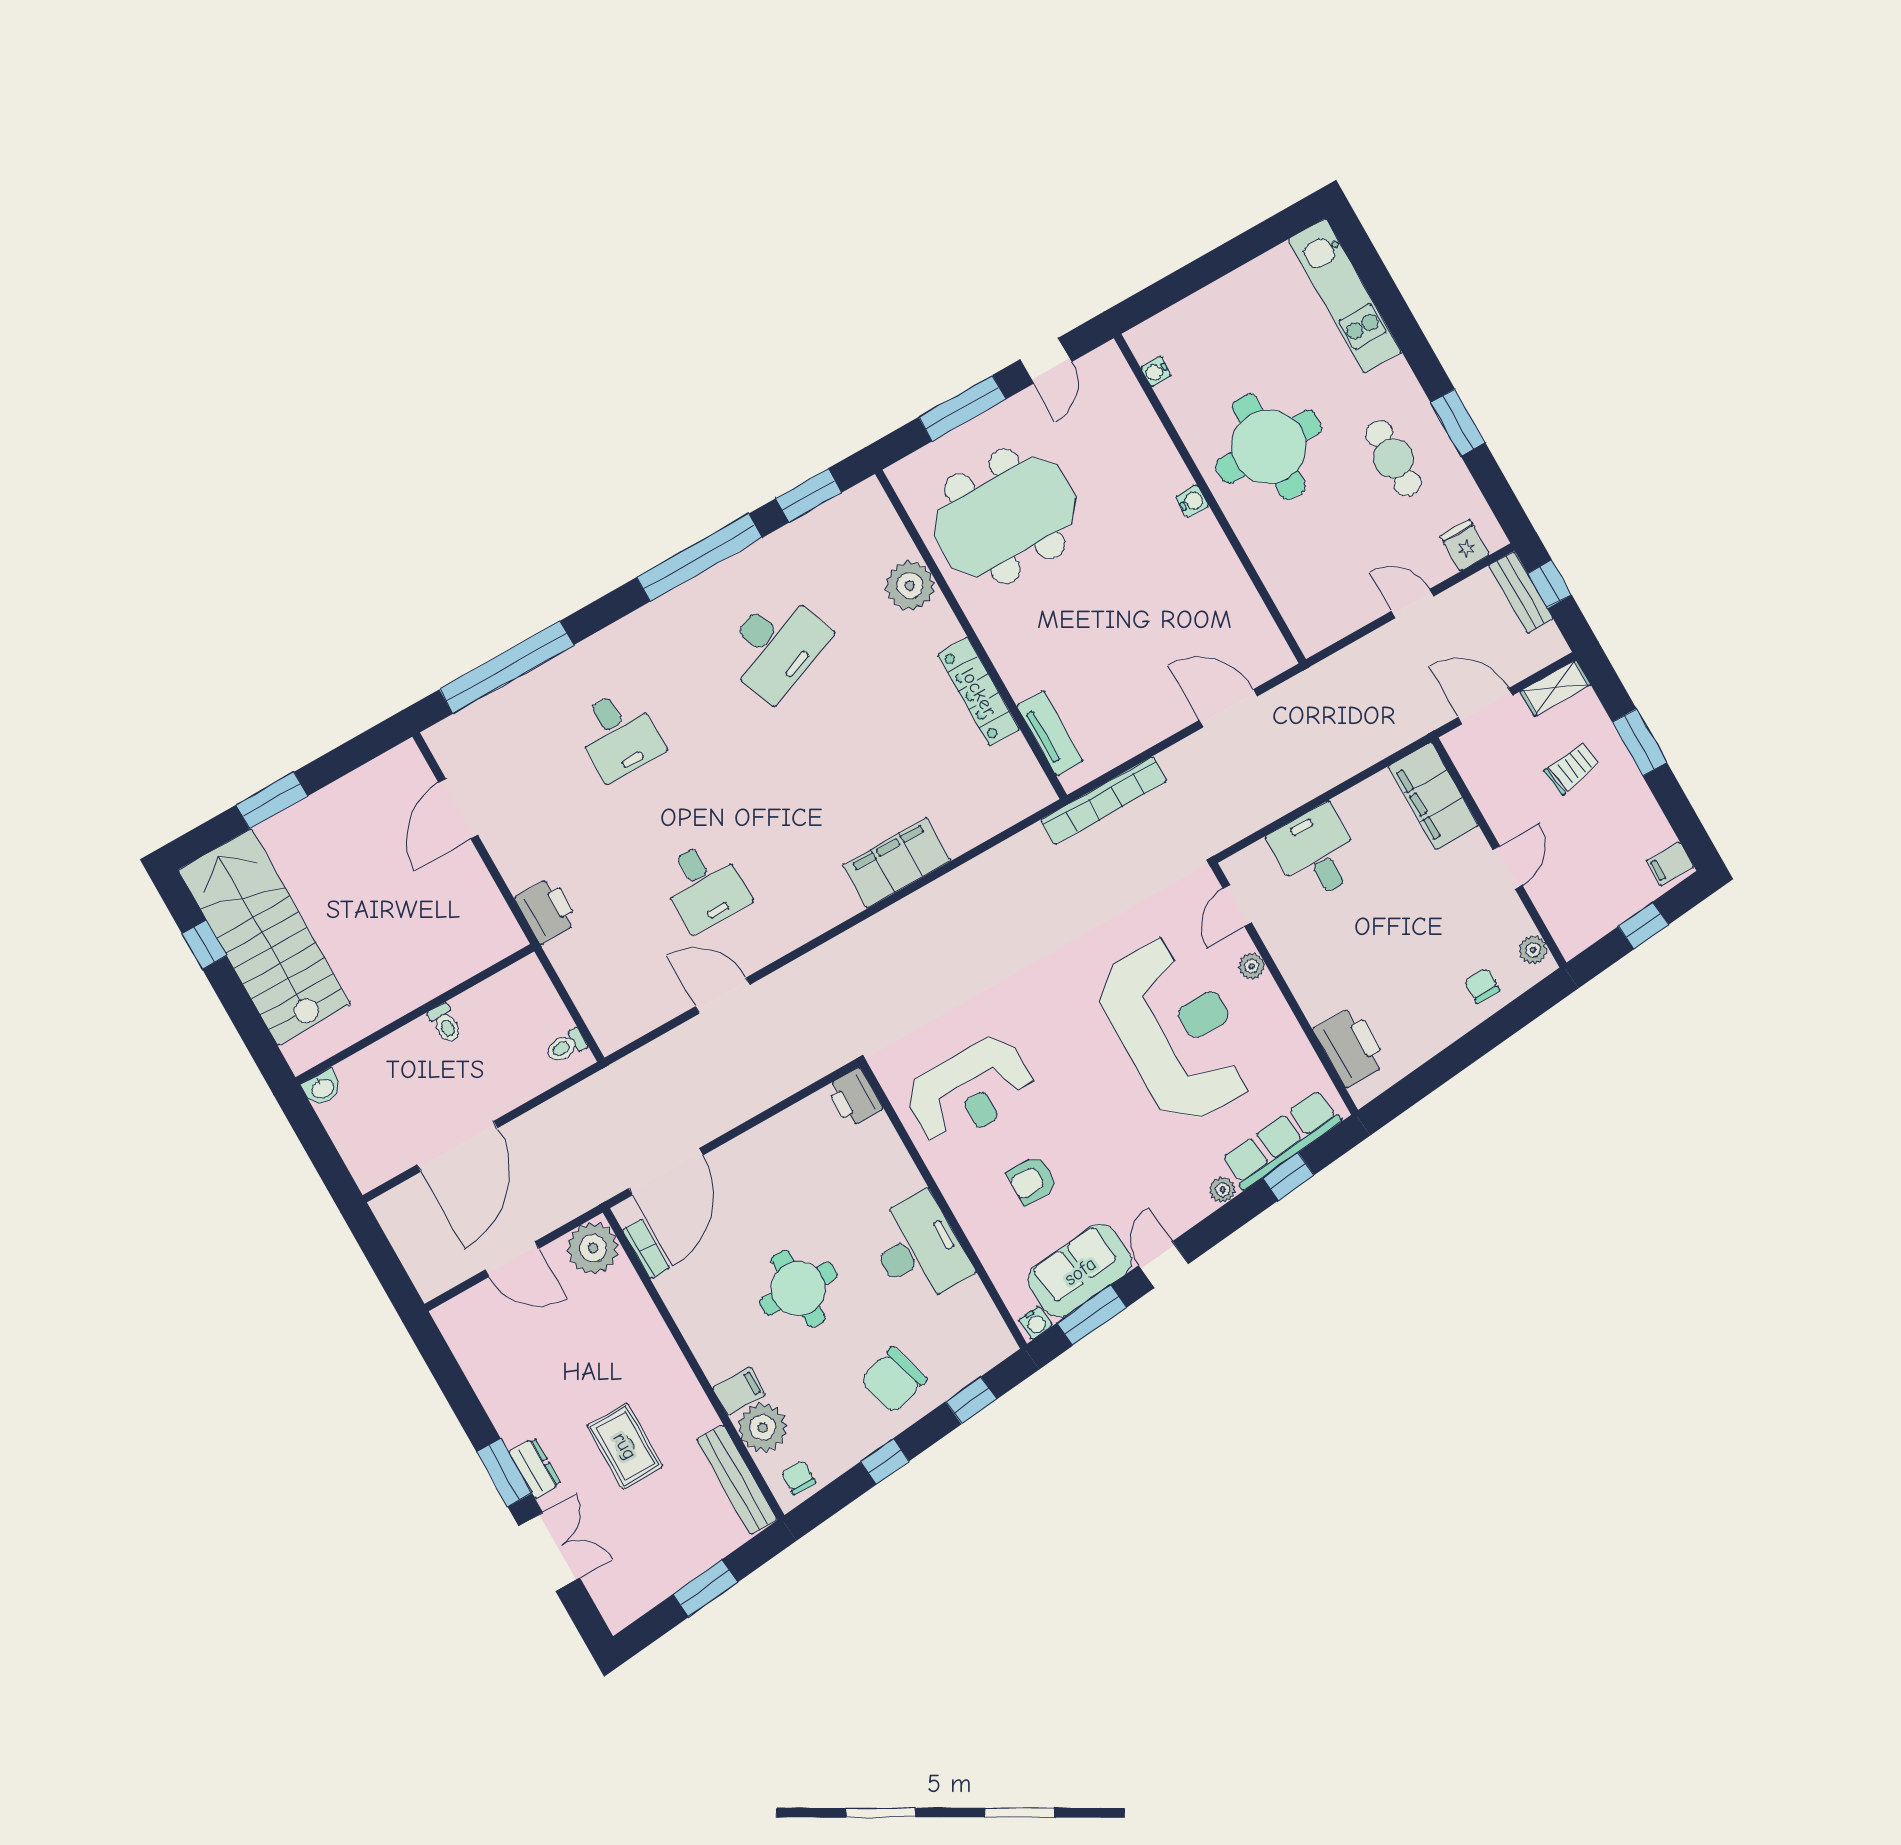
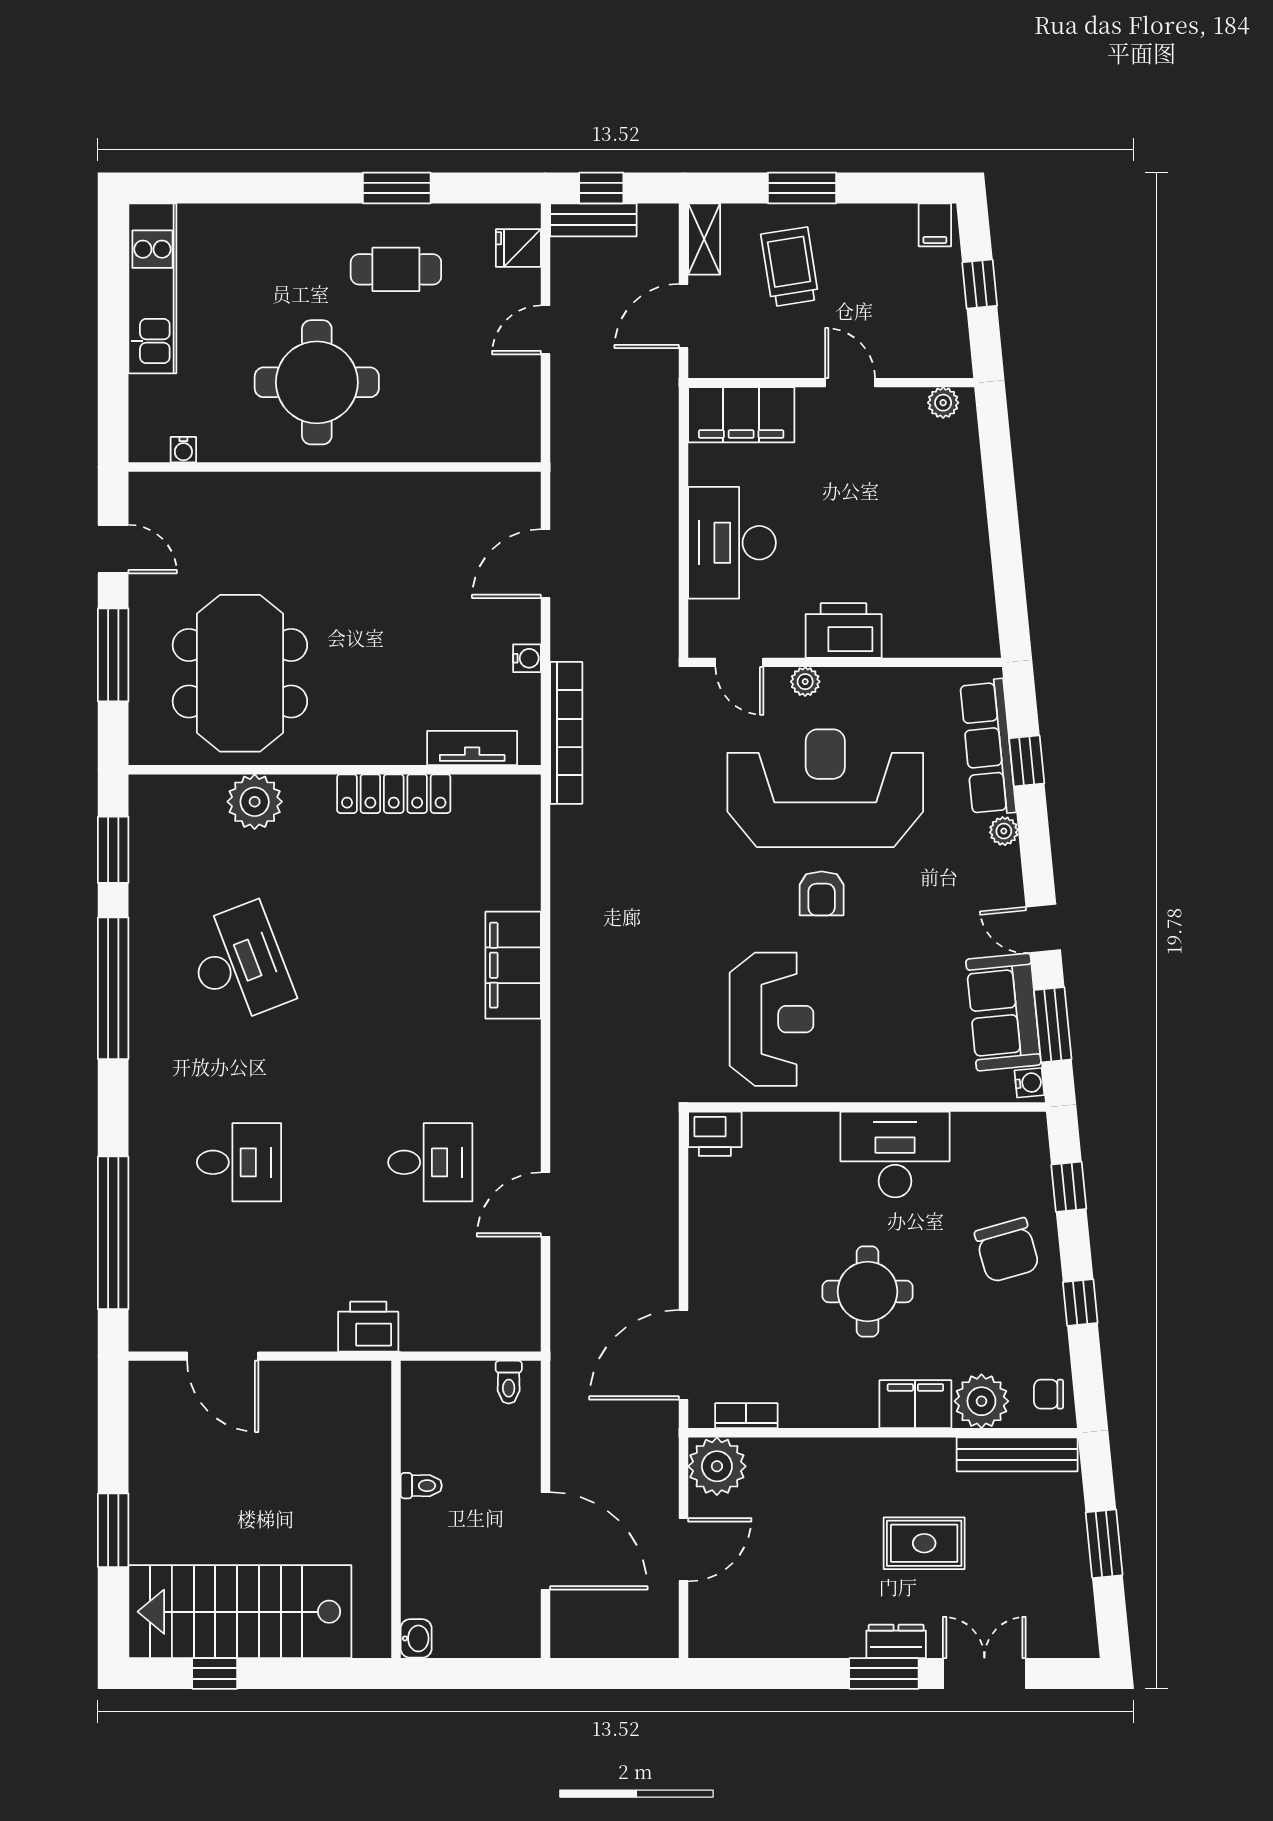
kitchen unit: (1345, 296) -> (152, 288), moved, turned -90
water cooler: (1192, 501) -> (527, 658), moved, turned 90
trolley: (1572, 768) -> (790, 267), width x1.36, depth x1.39
desk: (1316, 853) -> (732, 543), width x1.37
chair: (1482, 986) -> (949, 471), removed
printer: (1351, 1047) -> (844, 630), moved
door: (666, 1172) -> (683, 1355), swing flipped
armchair: (1032, 1180) -> (822, 893), moved
filing cabinet: (739, 1391) -> (915, 1404), width x2.00

